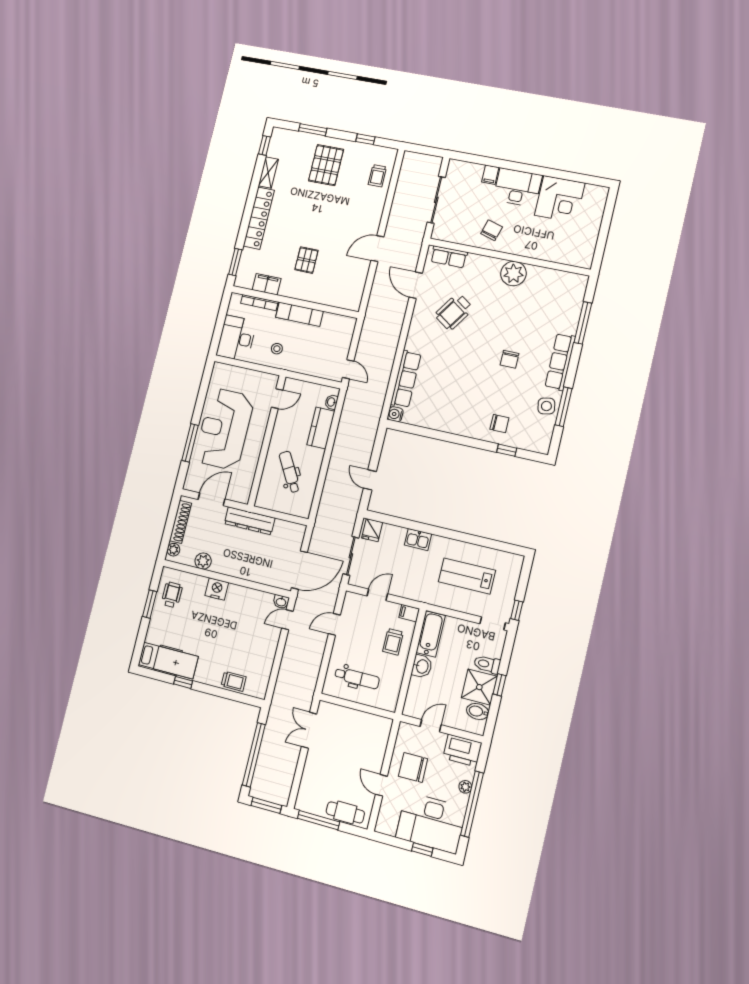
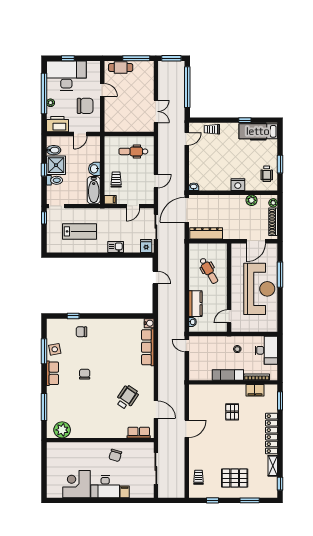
pallet: (326, 165) -> (235, 478), turned 90
plant: (513, 274) -> (62, 430), moved
row of seats: (560, 362) -> (53, 373), width x0.68
dresser: (250, 521) -> (206, 233), moved
door: (287, 620) -> (187, 139), moved

